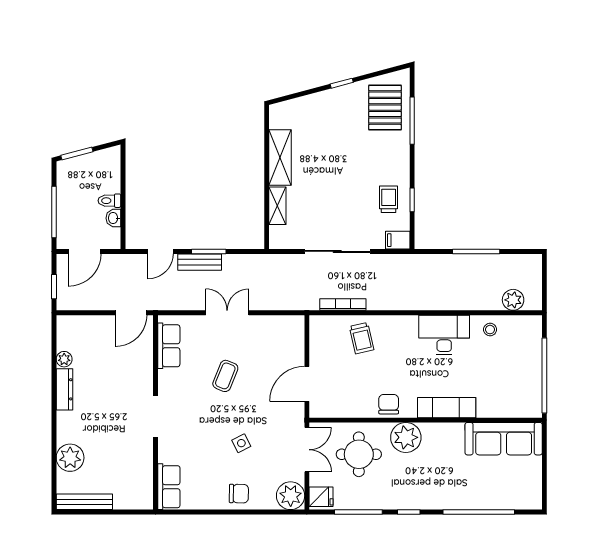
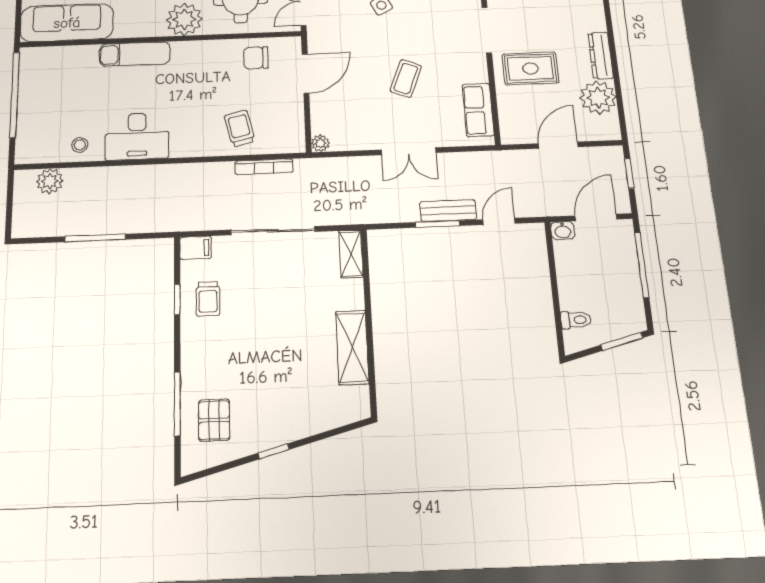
pallet: (385, 108) -> (214, 420), width x0.67, depth x0.71
toilet: (109, 201) -> (576, 320), moved
shelving: (277, 206) -> (351, 254), moved
washbasin: (113, 218) -> (563, 231), moved, turned 90
door: (131, 313) -> (558, 145), moved
plant: (297, 323) -> (320, 143), added
plant: (64, 359) -> (598, 98), width x1.87, depth x1.87
rug: (123, 380) -> (530, 68), added
chair: (389, 404) -> (256, 58), moved, turned 90

